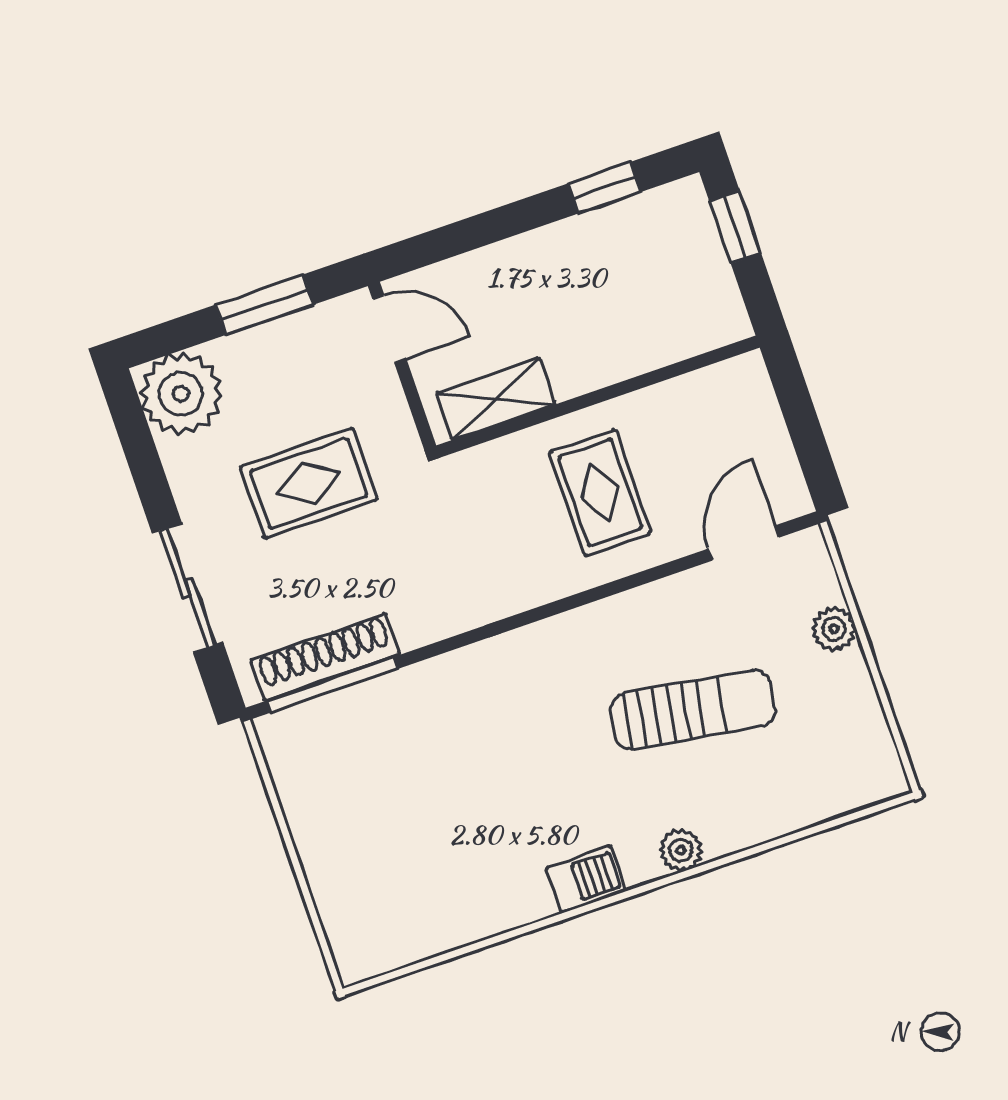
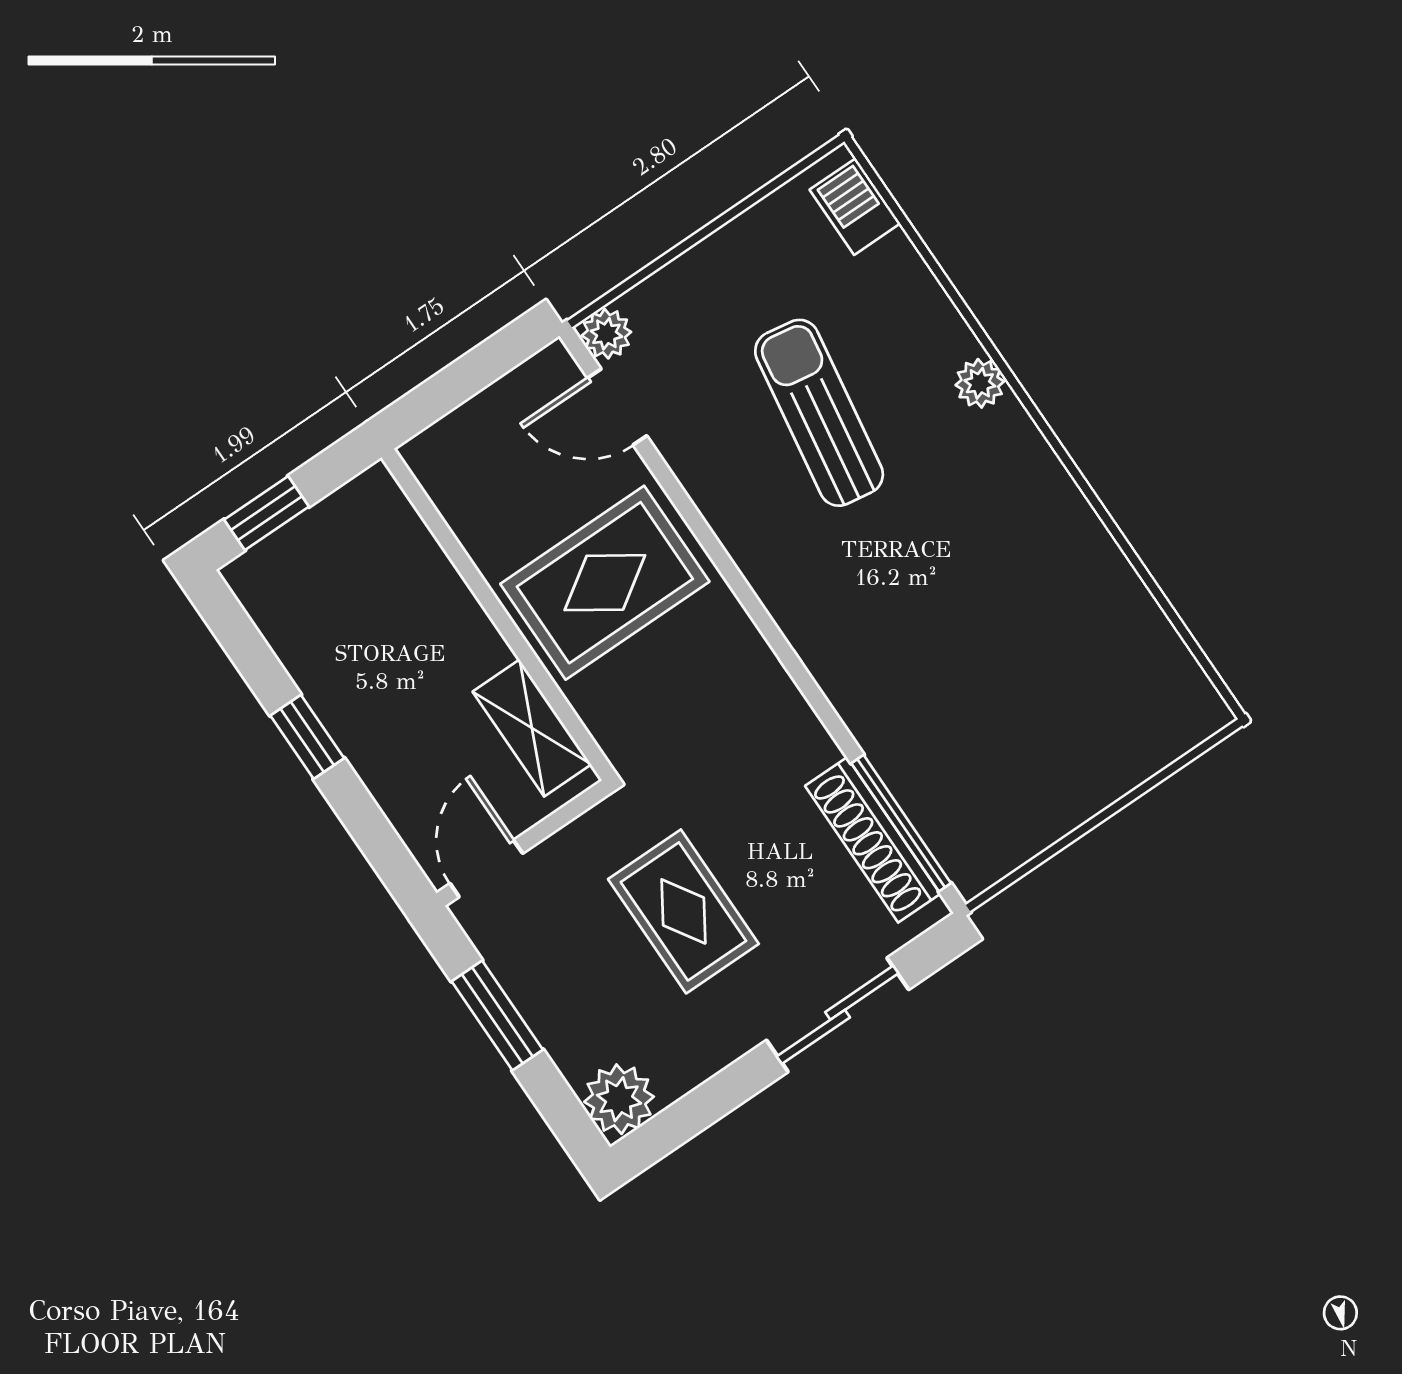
window: (605, 188) -> (307, 737), moved
plant: (181, 394) -> (619, 1099), width x0.73, depth x0.73
rug: (600, 493) -> (605, 583), width x1.36, depth x1.43
plant: (834, 629) -> (606, 334), moved
barbecue: (586, 879) -> (855, 207), moved

